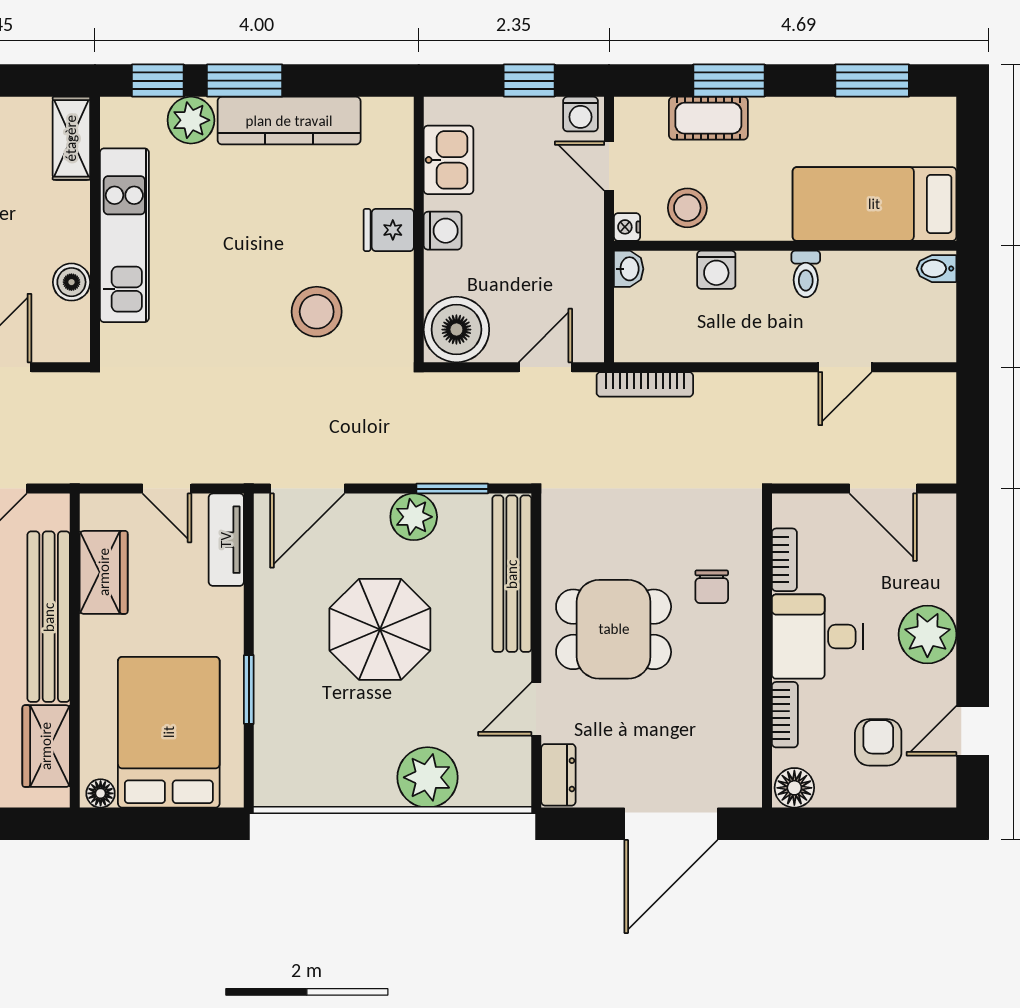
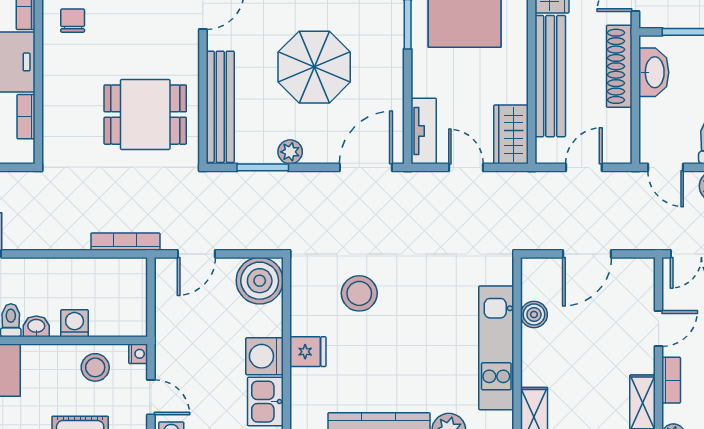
washing machine: (443, 231) -> (264, 356), width x1.38, depth x1.38
washbasin: (629, 269) -> (36, 326), moved, turned 90
plant: (414, 517) -> (290, 152), width x0.73, depth x0.73
wardrobe: (104, 572) -> (511, 134), moved
chair: (712, 587) -> (73, 21), moved
dining table: (614, 629) -> (145, 115), moved

